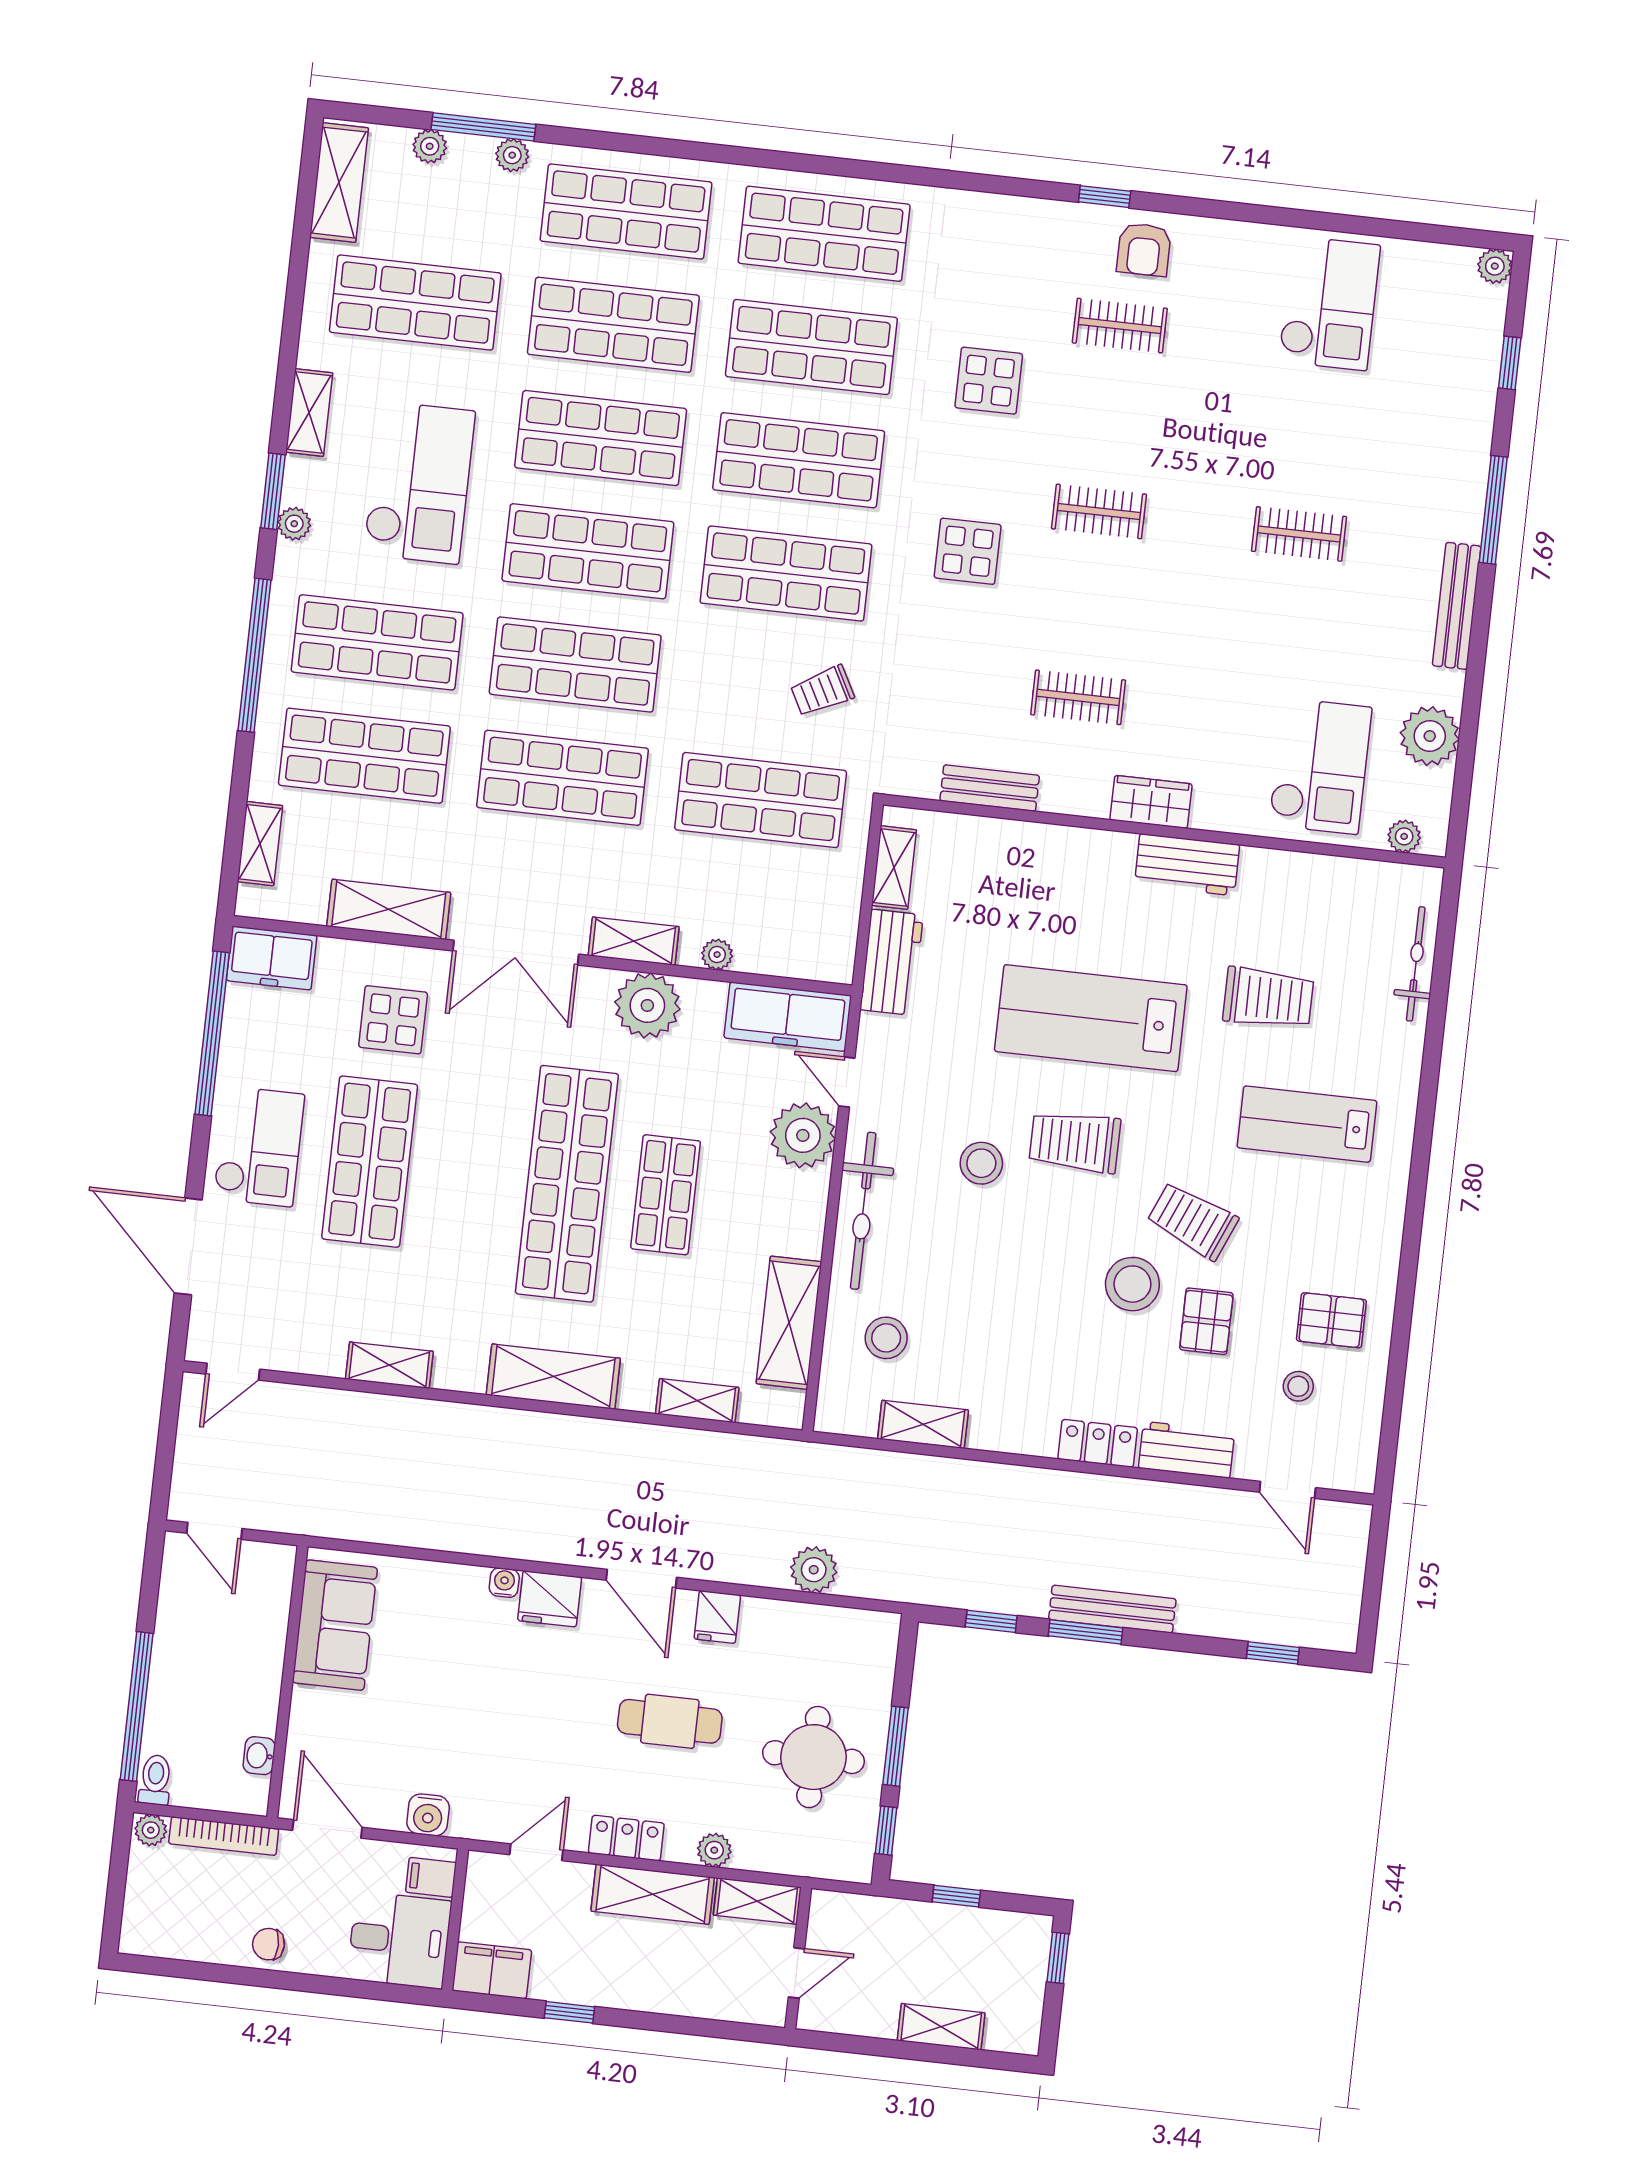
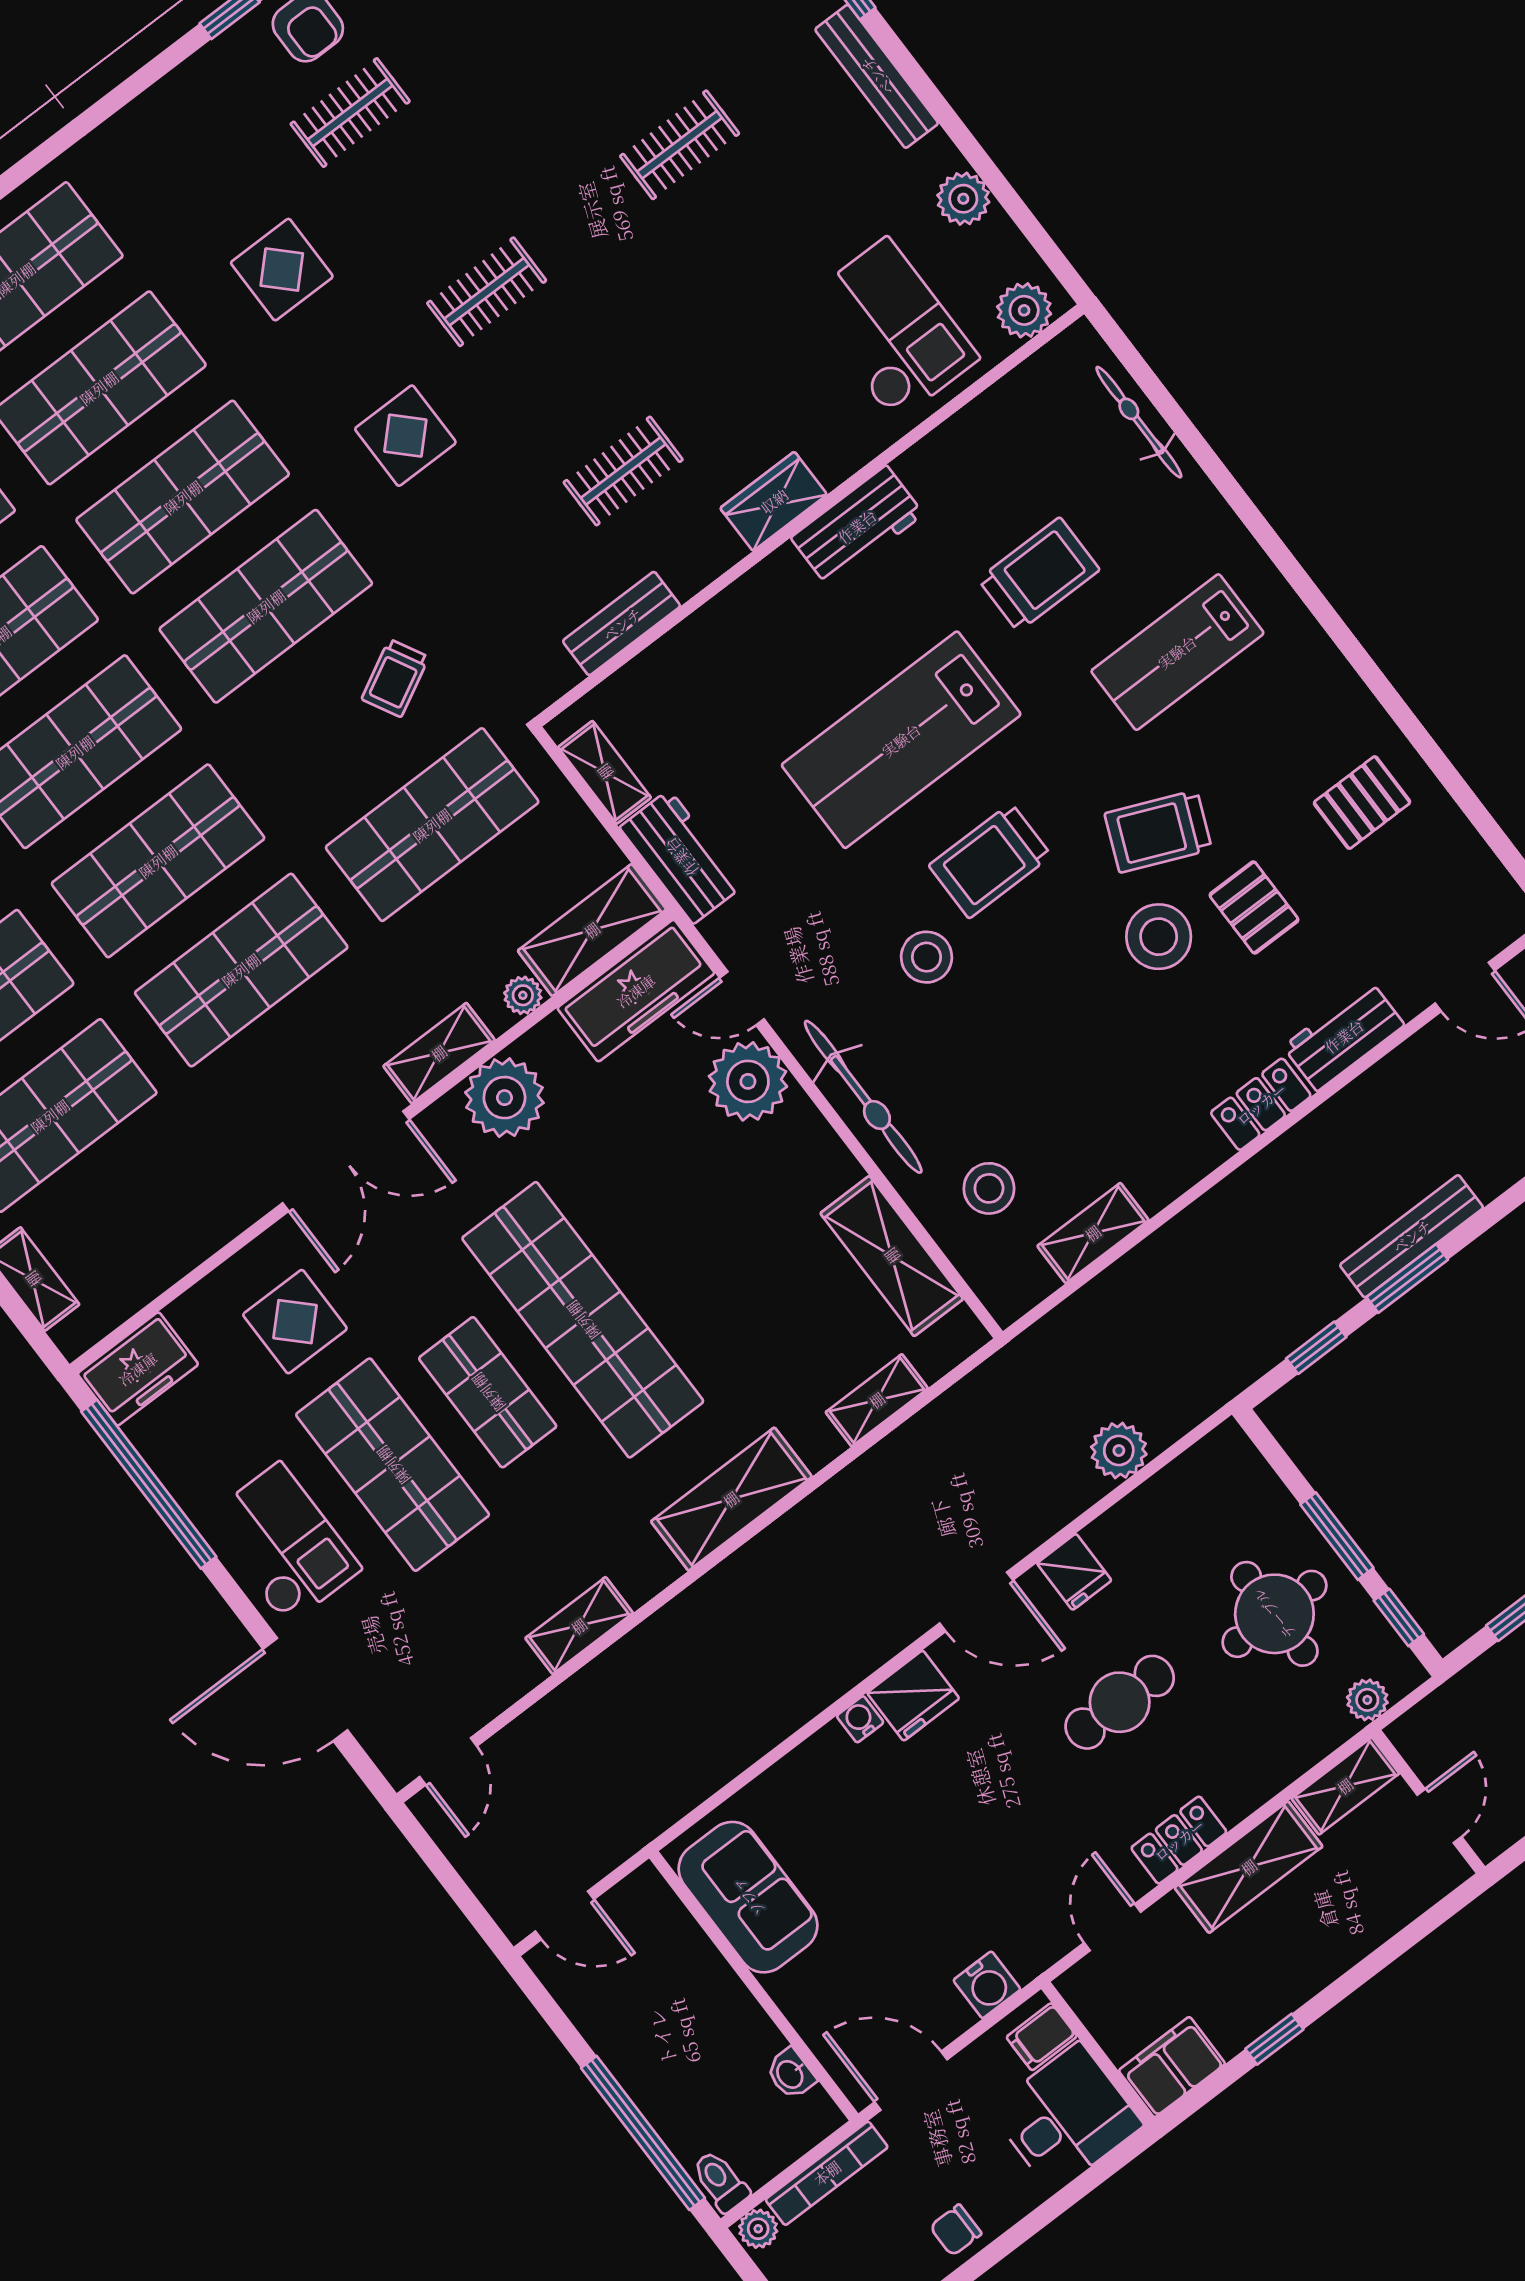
plant: (1430, 736) -> (963, 199), width x0.73, depth x0.73
plant: (1404, 836) -> (1024, 310), width x1.38, depth x1.38
shelving: (389, 909) -> (592, 930), moved
shop shelf: (666, 1195) -> (488, 1392), moved
stool: (1298, 1386) -> (1388, 888), removed
plant: (714, 1850) -> (1367, 1700), moved

